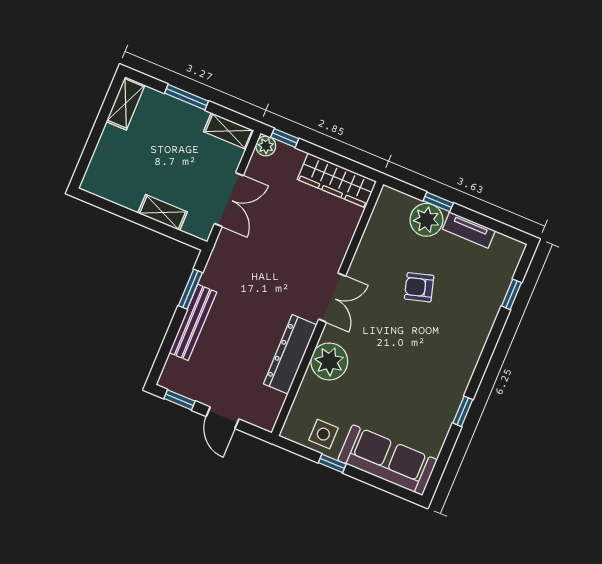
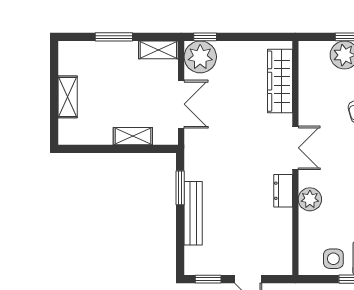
shelving: (126, 103) -> (68, 97), moved
plant: (266, 146) -> (200, 57), width x1.87, depth x1.87
wardrobe: (337, 180) -> (280, 81), moved, turned 90
dresser: (290, 354) -> (283, 191), width x0.51, depth x0.80
plant: (329, 361) -> (310, 199), width x0.73, depth x0.73

